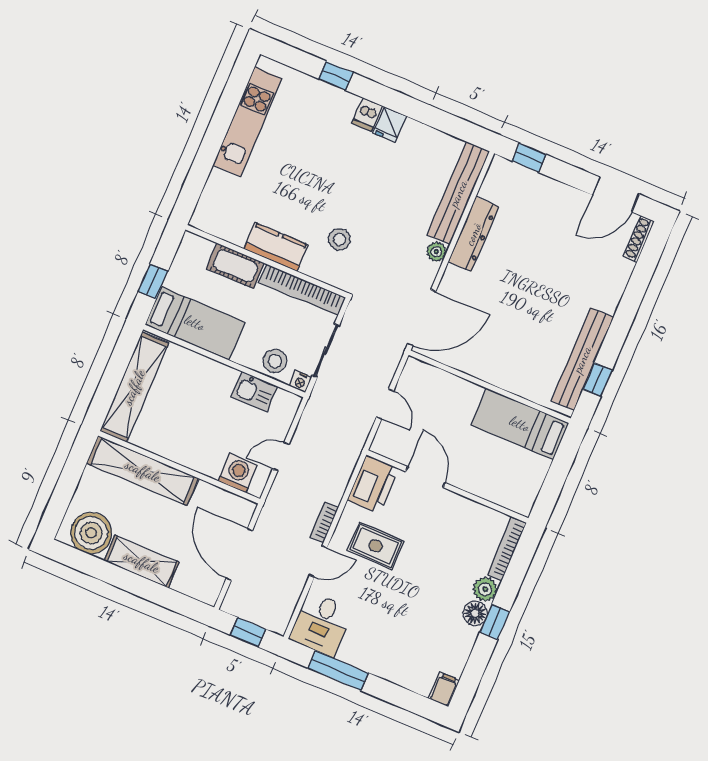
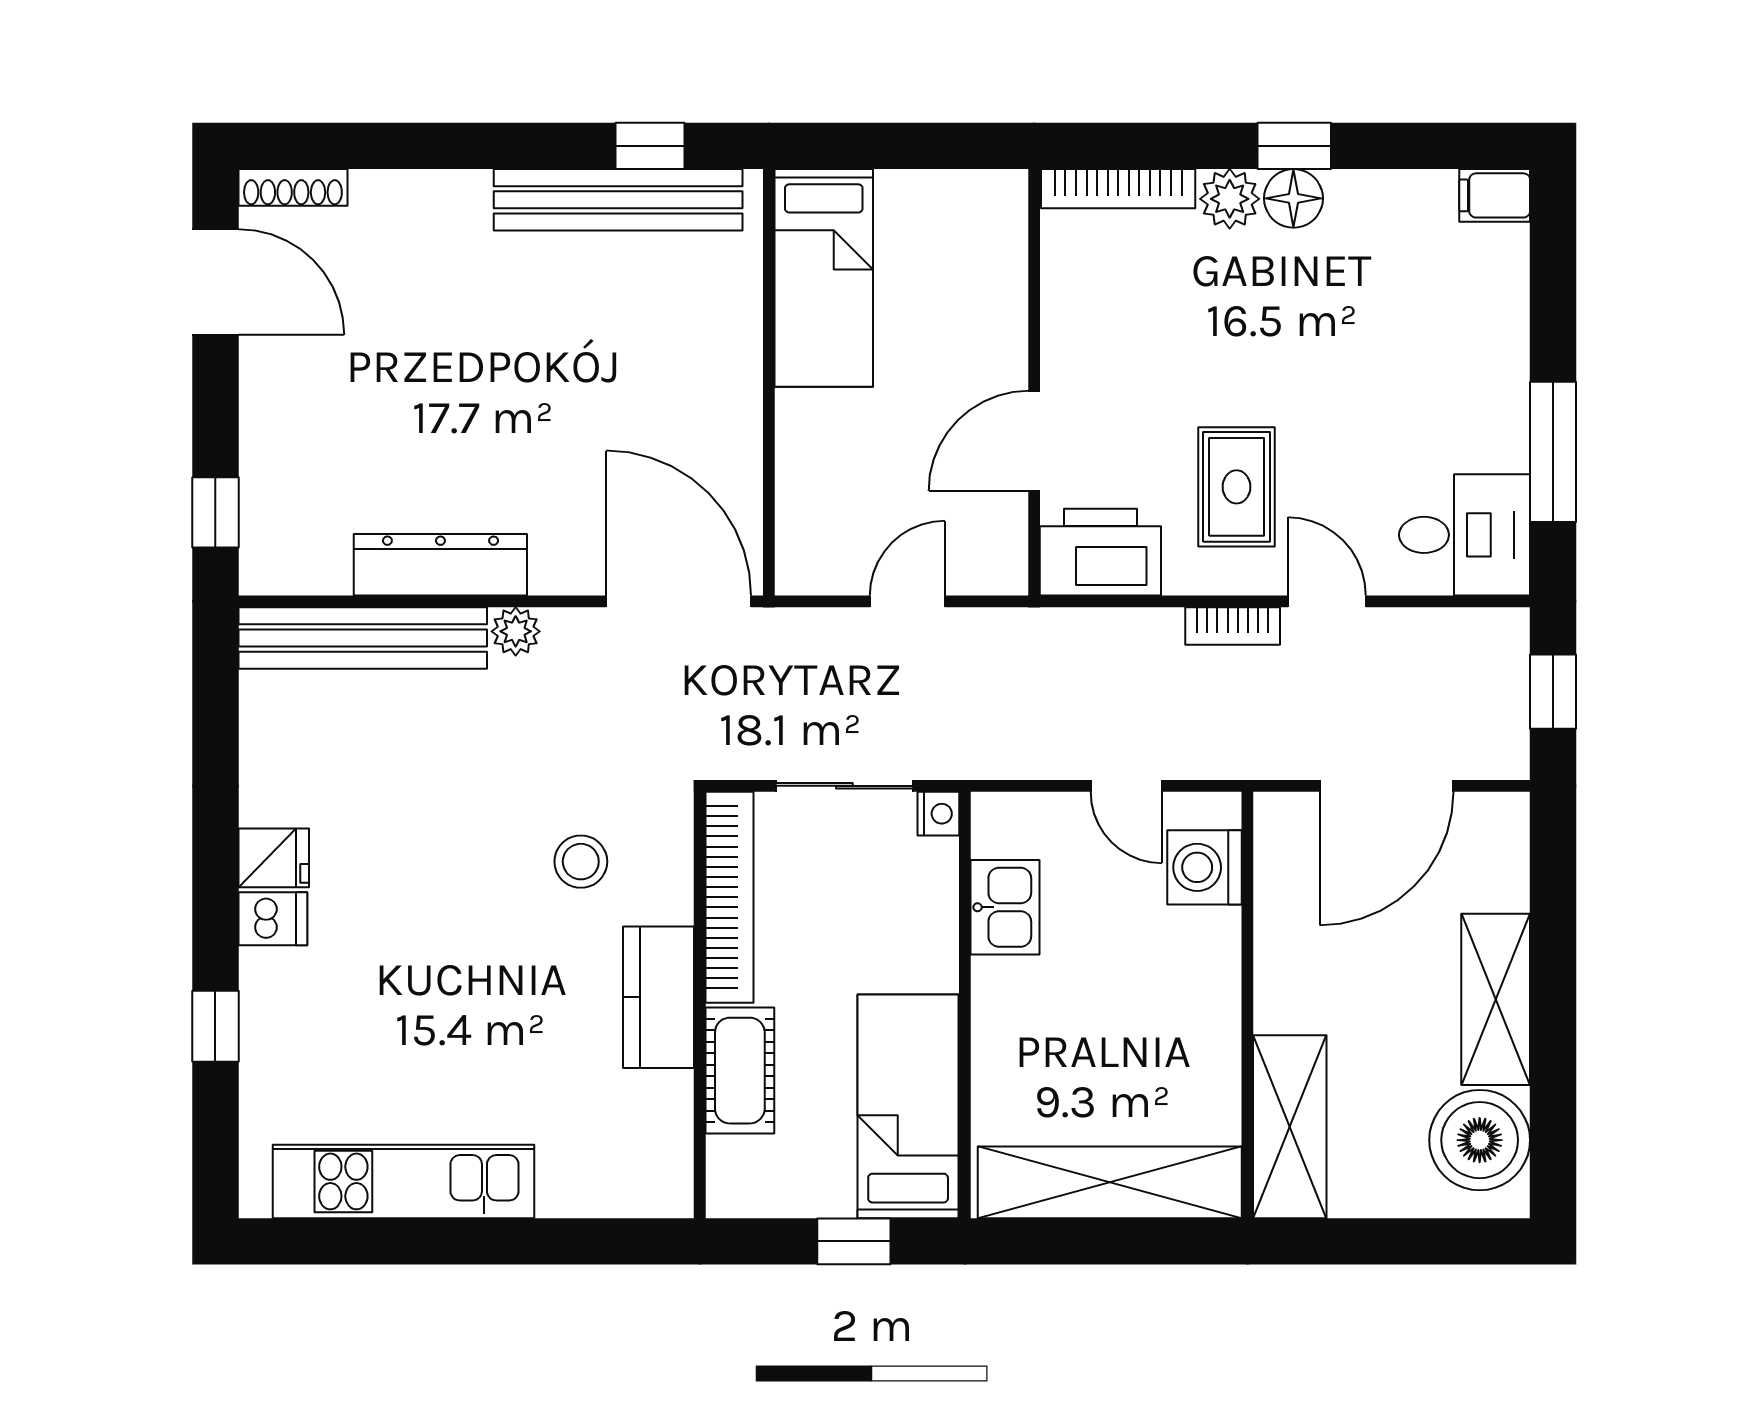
stool: (275, 361) -> (916, 891), removed
shelving: (143, 471) -> (1290, 1127), width x0.68

